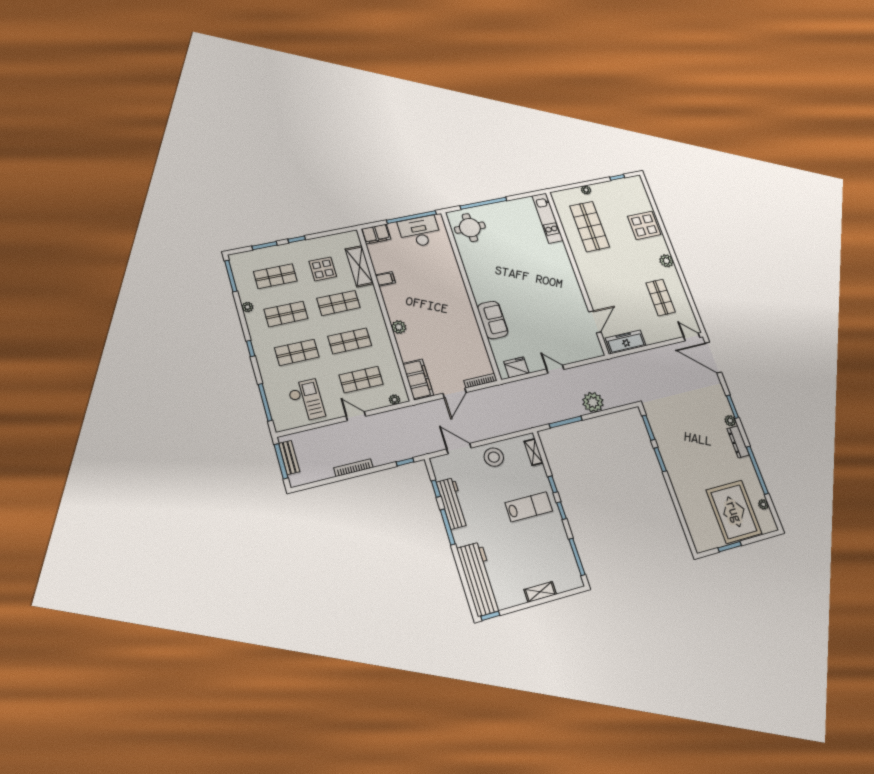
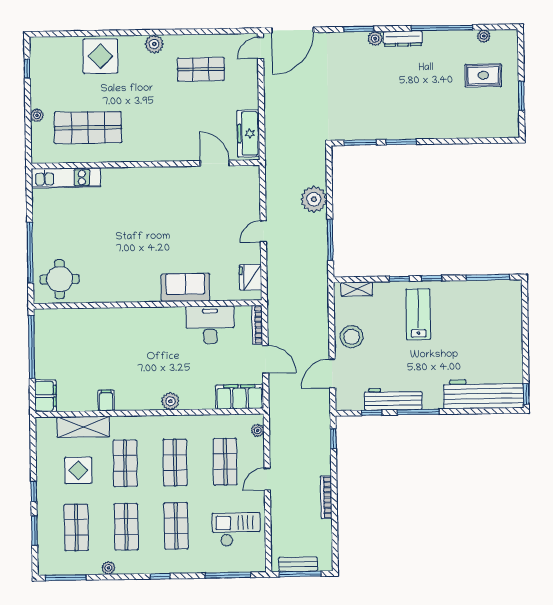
desk: (420, 232) -> (210, 325), moved, turned 90
rug: (734, 512) -> (483, 75), width x0.54, depth x0.49
shelving: (540, 592) -> (515, 331), removed

